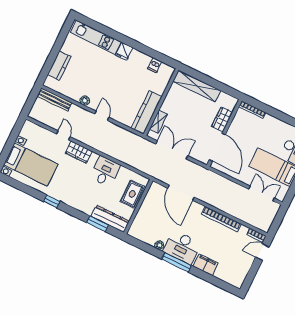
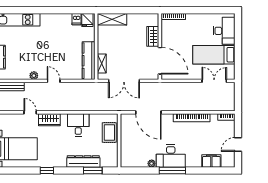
fridge: (124, 52) -> (87, 20), moved
shelving: (197, 86) -> (112, 19), width x0.68
double door: (172, 150) -> (124, 81), swing flipped
dresser: (110, 219) -> (83, 161), moved
door: (262, 252) -> (238, 144), moved
filing cabinet: (206, 265) -> (211, 161), moved

